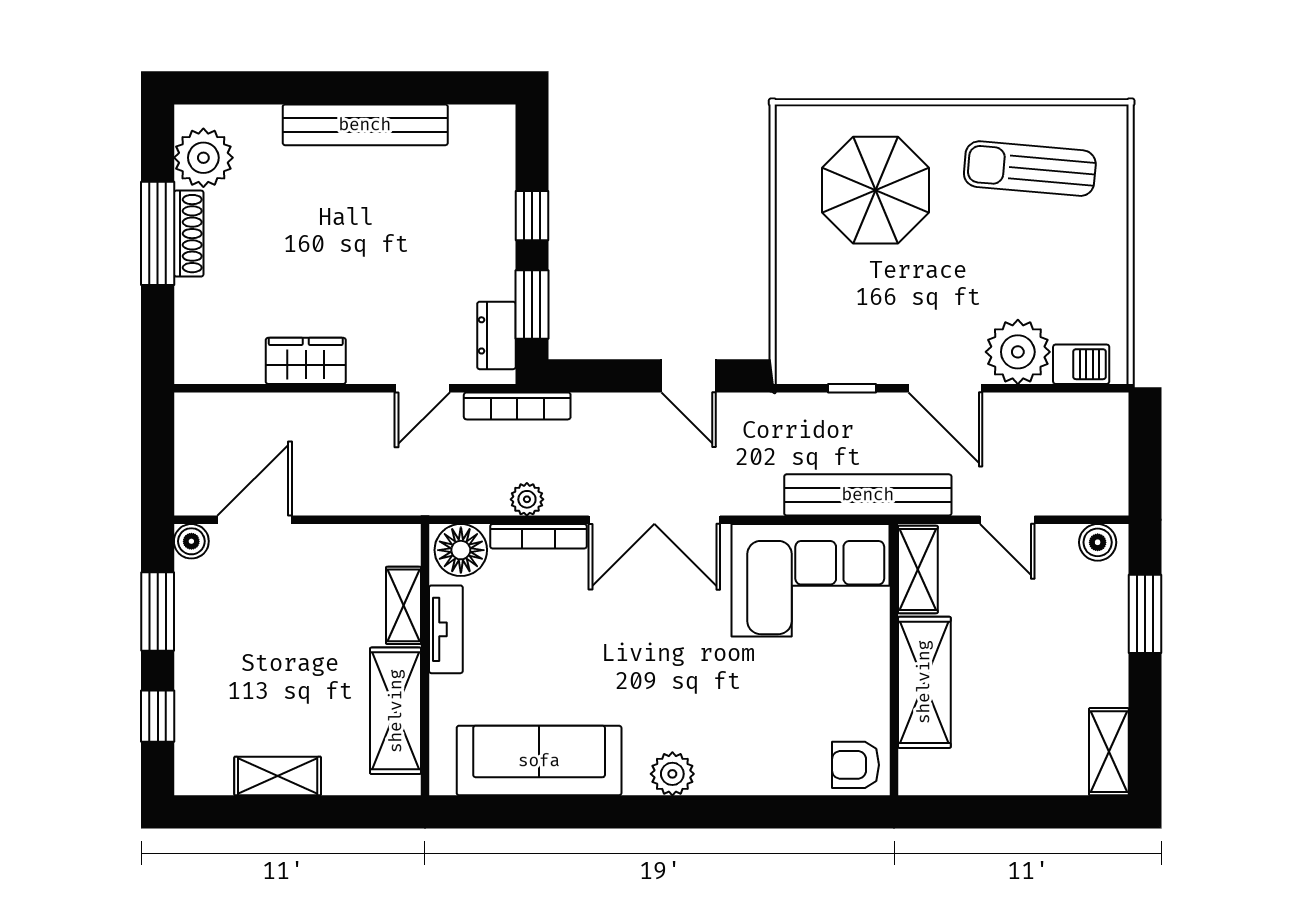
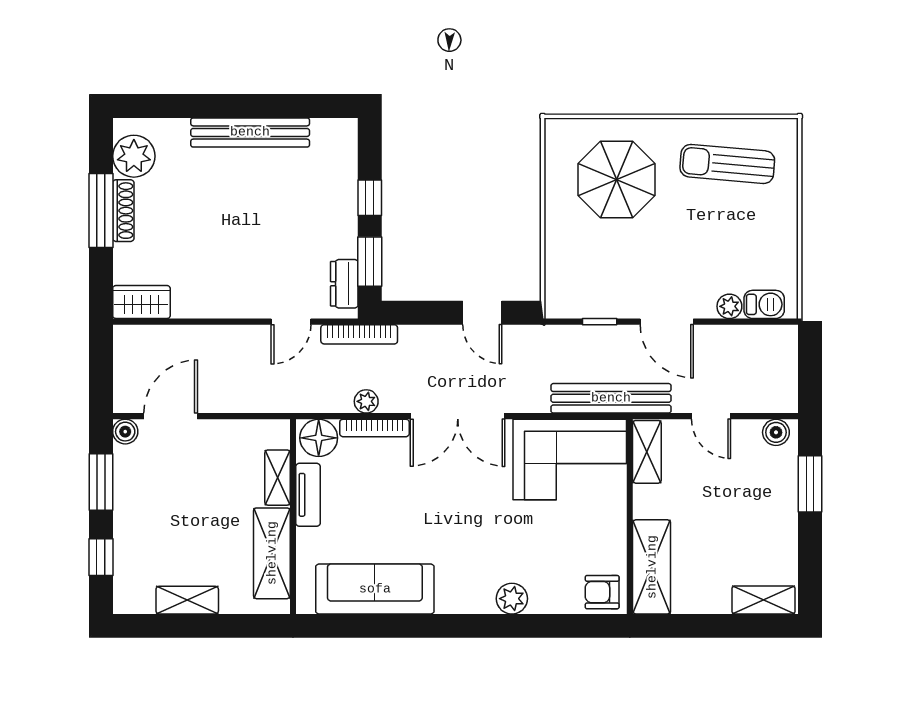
plant: (1018, 352) -> (729, 306), width x0.53, depth x0.53
wardrobe: (306, 361) -> (141, 302), moved
shelving: (924, 682) -> (652, 567), moved
shelving: (1109, 752) -> (764, 600), moved, turned 90
plant: (672, 774) -> (512, 599), moved

